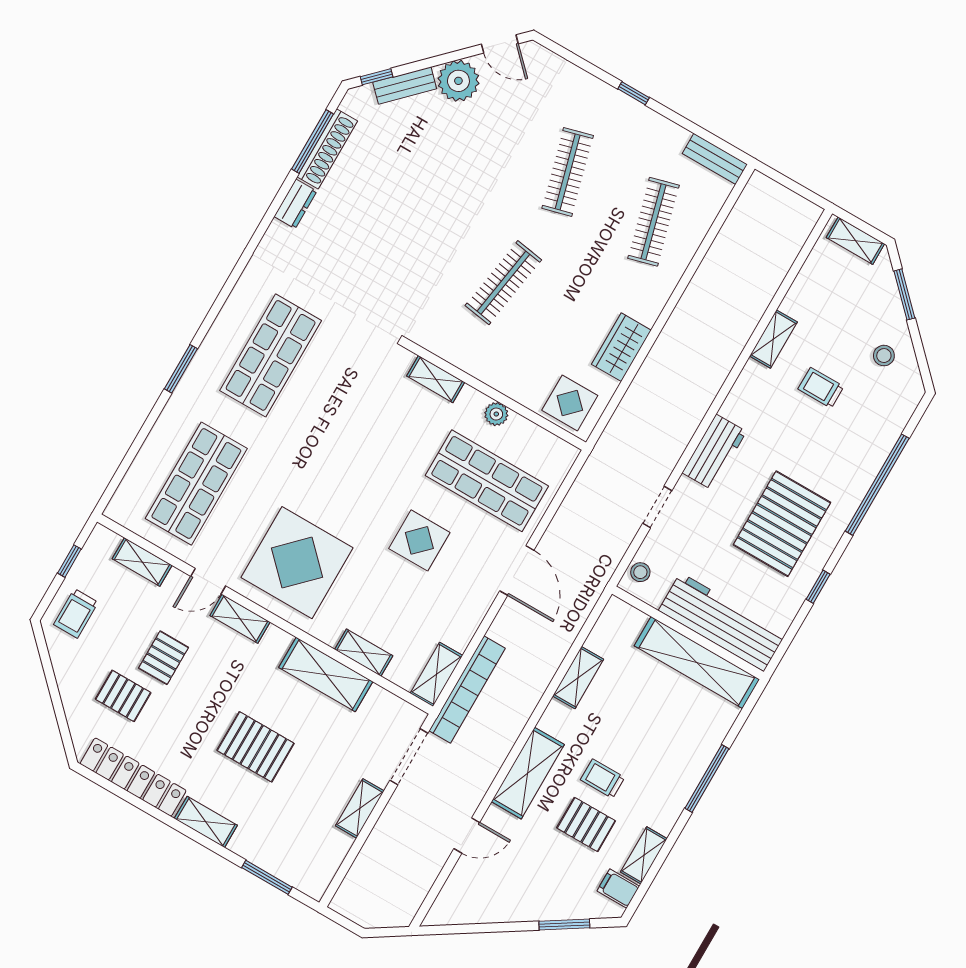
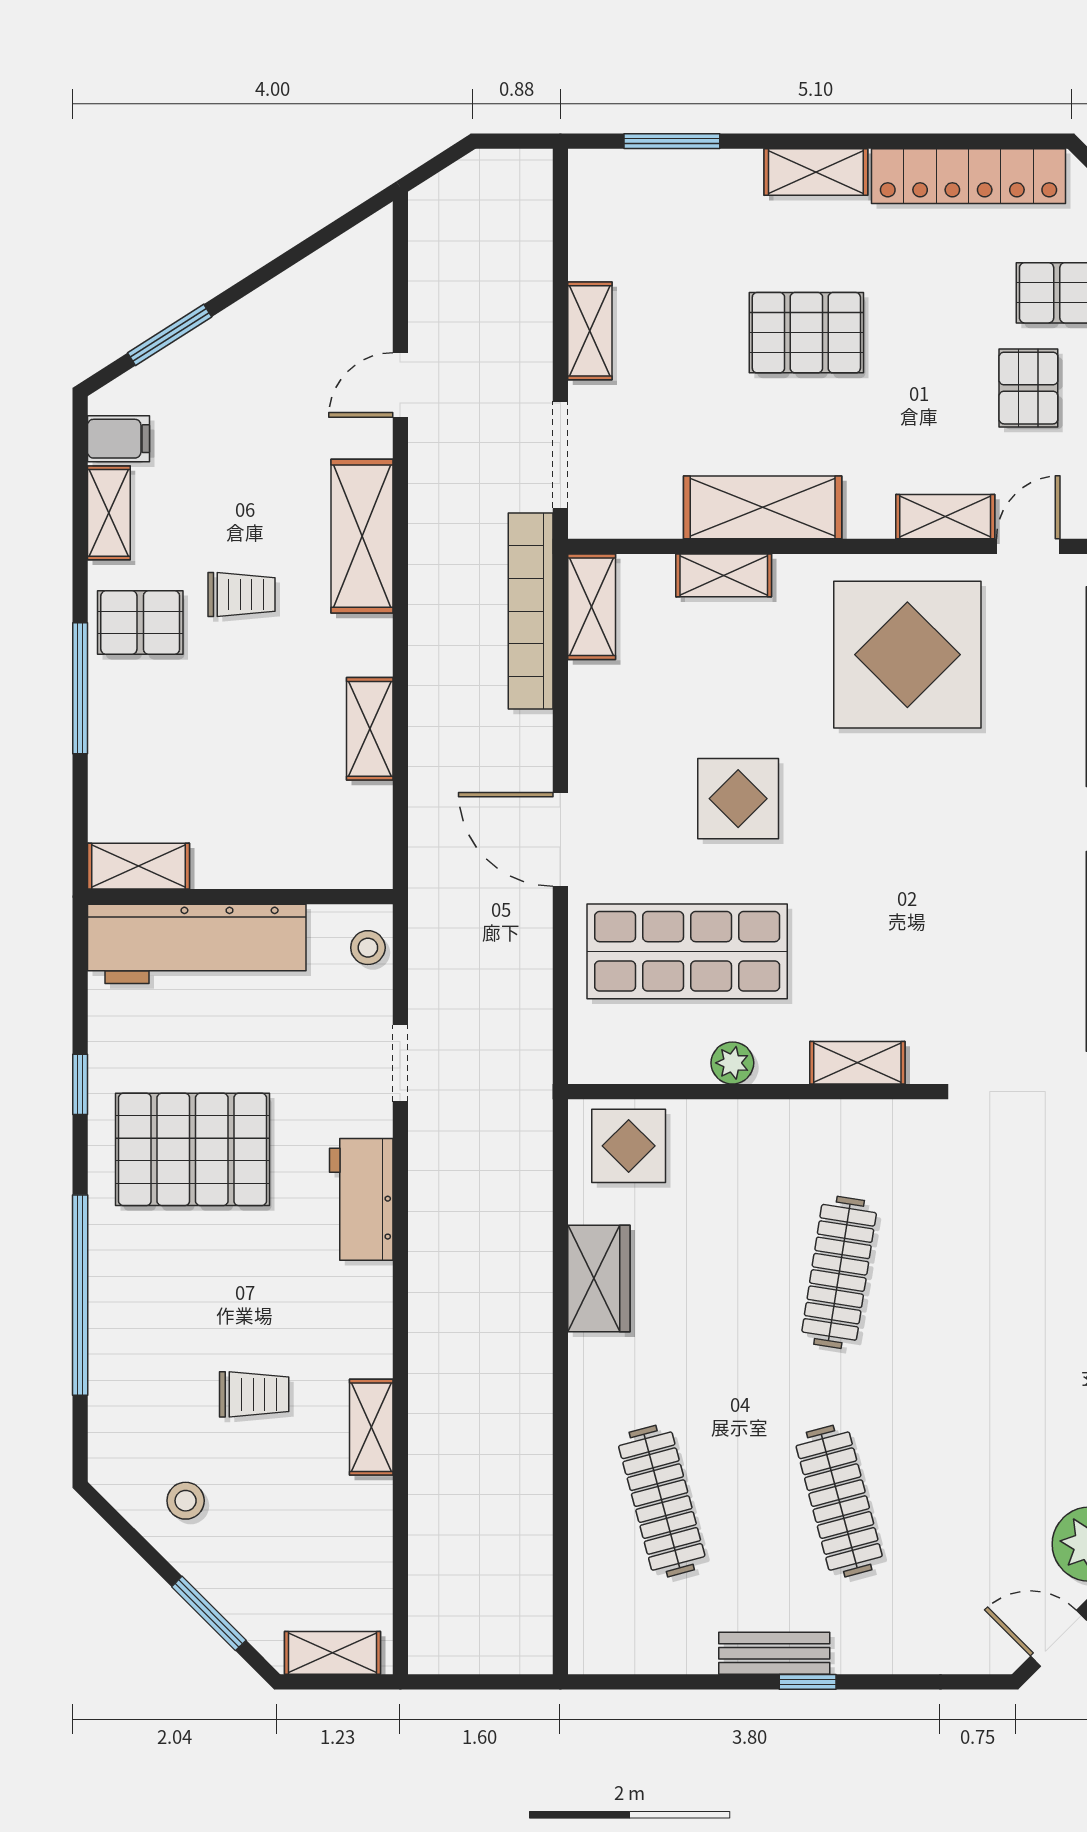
bench: (715, 159) -> (774, 1653), moved
pallet: (782, 524) -> (193, 1149), turned 90
shelving: (697, 663) -> (139, 866), width x0.45, depth x0.75
pallet: (586, 824) -> (140, 623), moved

